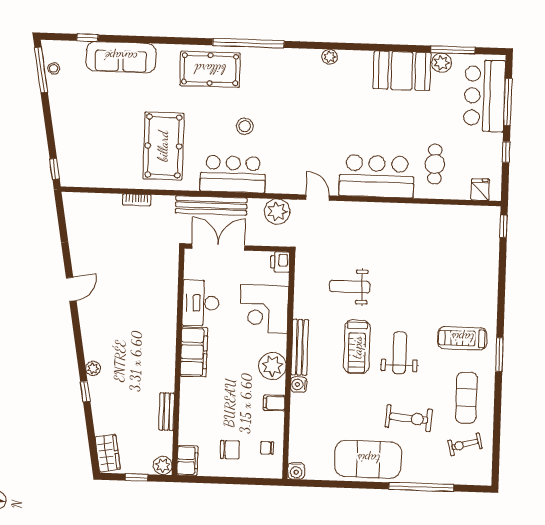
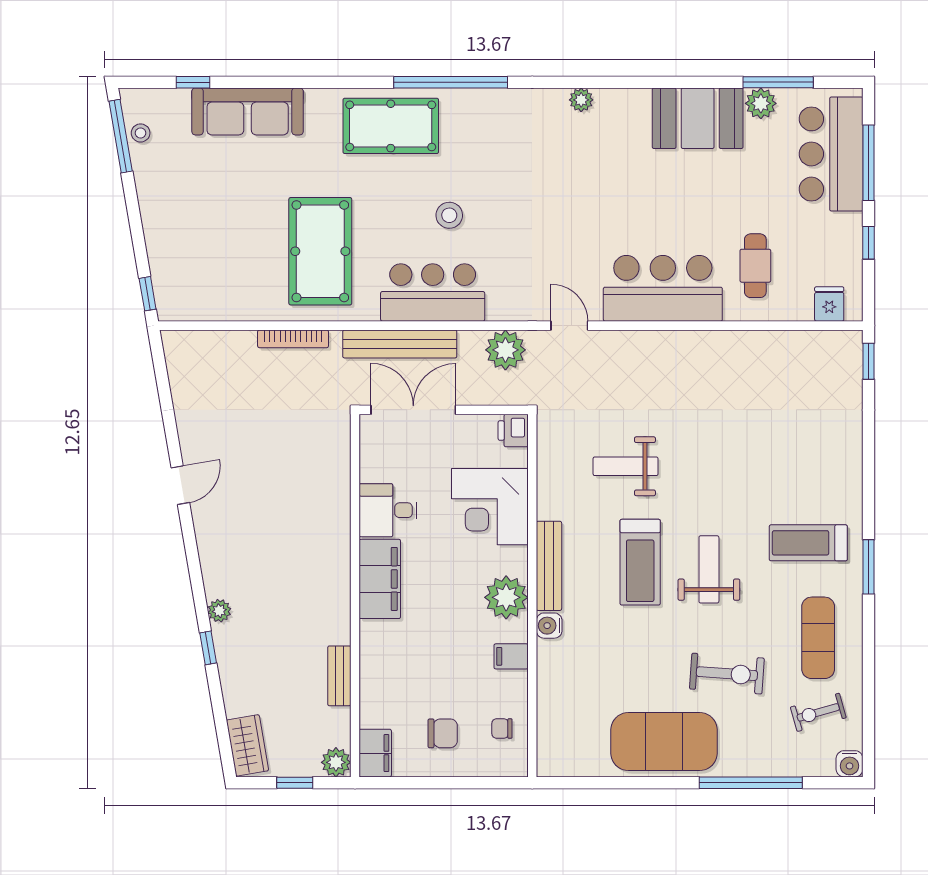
bookcase: (137, 200) -> (293, 339), width x1.56
desk: (201, 303) -> (388, 510), width x0.73
water cooler: (296, 471) -> (850, 764), moved

